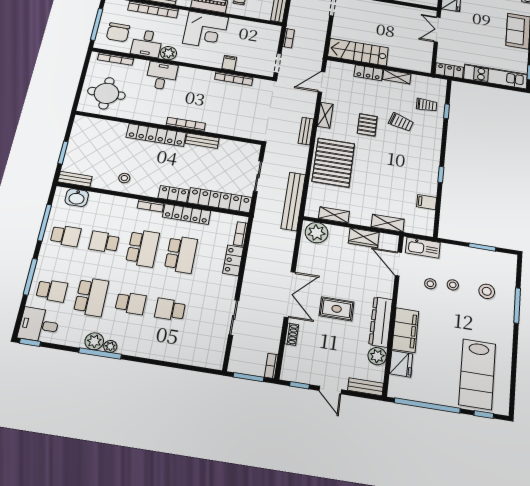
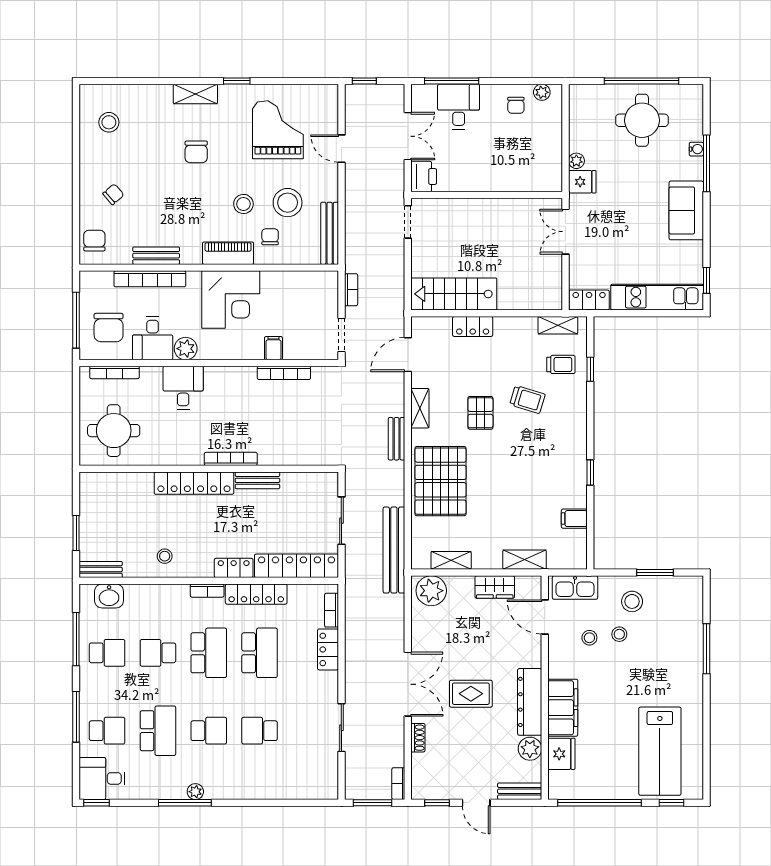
shelving: (397, 77) -> (558, 325), moved
stool: (487, 291) -> (632, 601), moved
plant: (94, 341) -> (174, 788), removed

